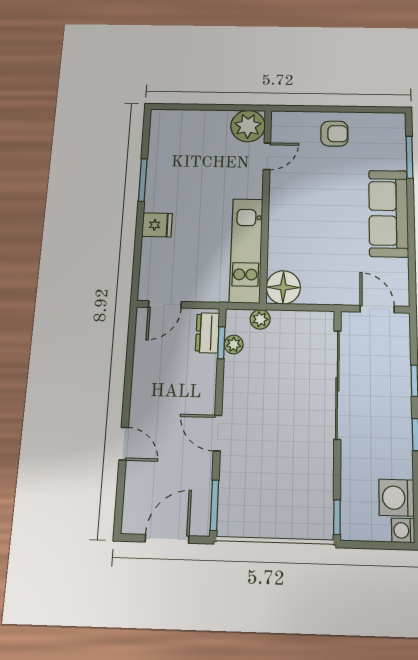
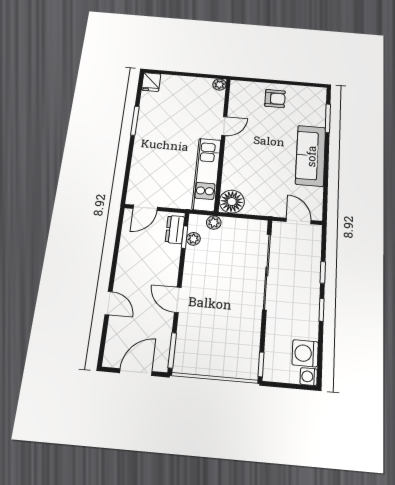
plant: (248, 126) -> (219, 85), width x0.53, depth x0.53
door: (267, 156) -> (224, 126), moved
fridge: (157, 225) -> (151, 82), moved, turned 90

